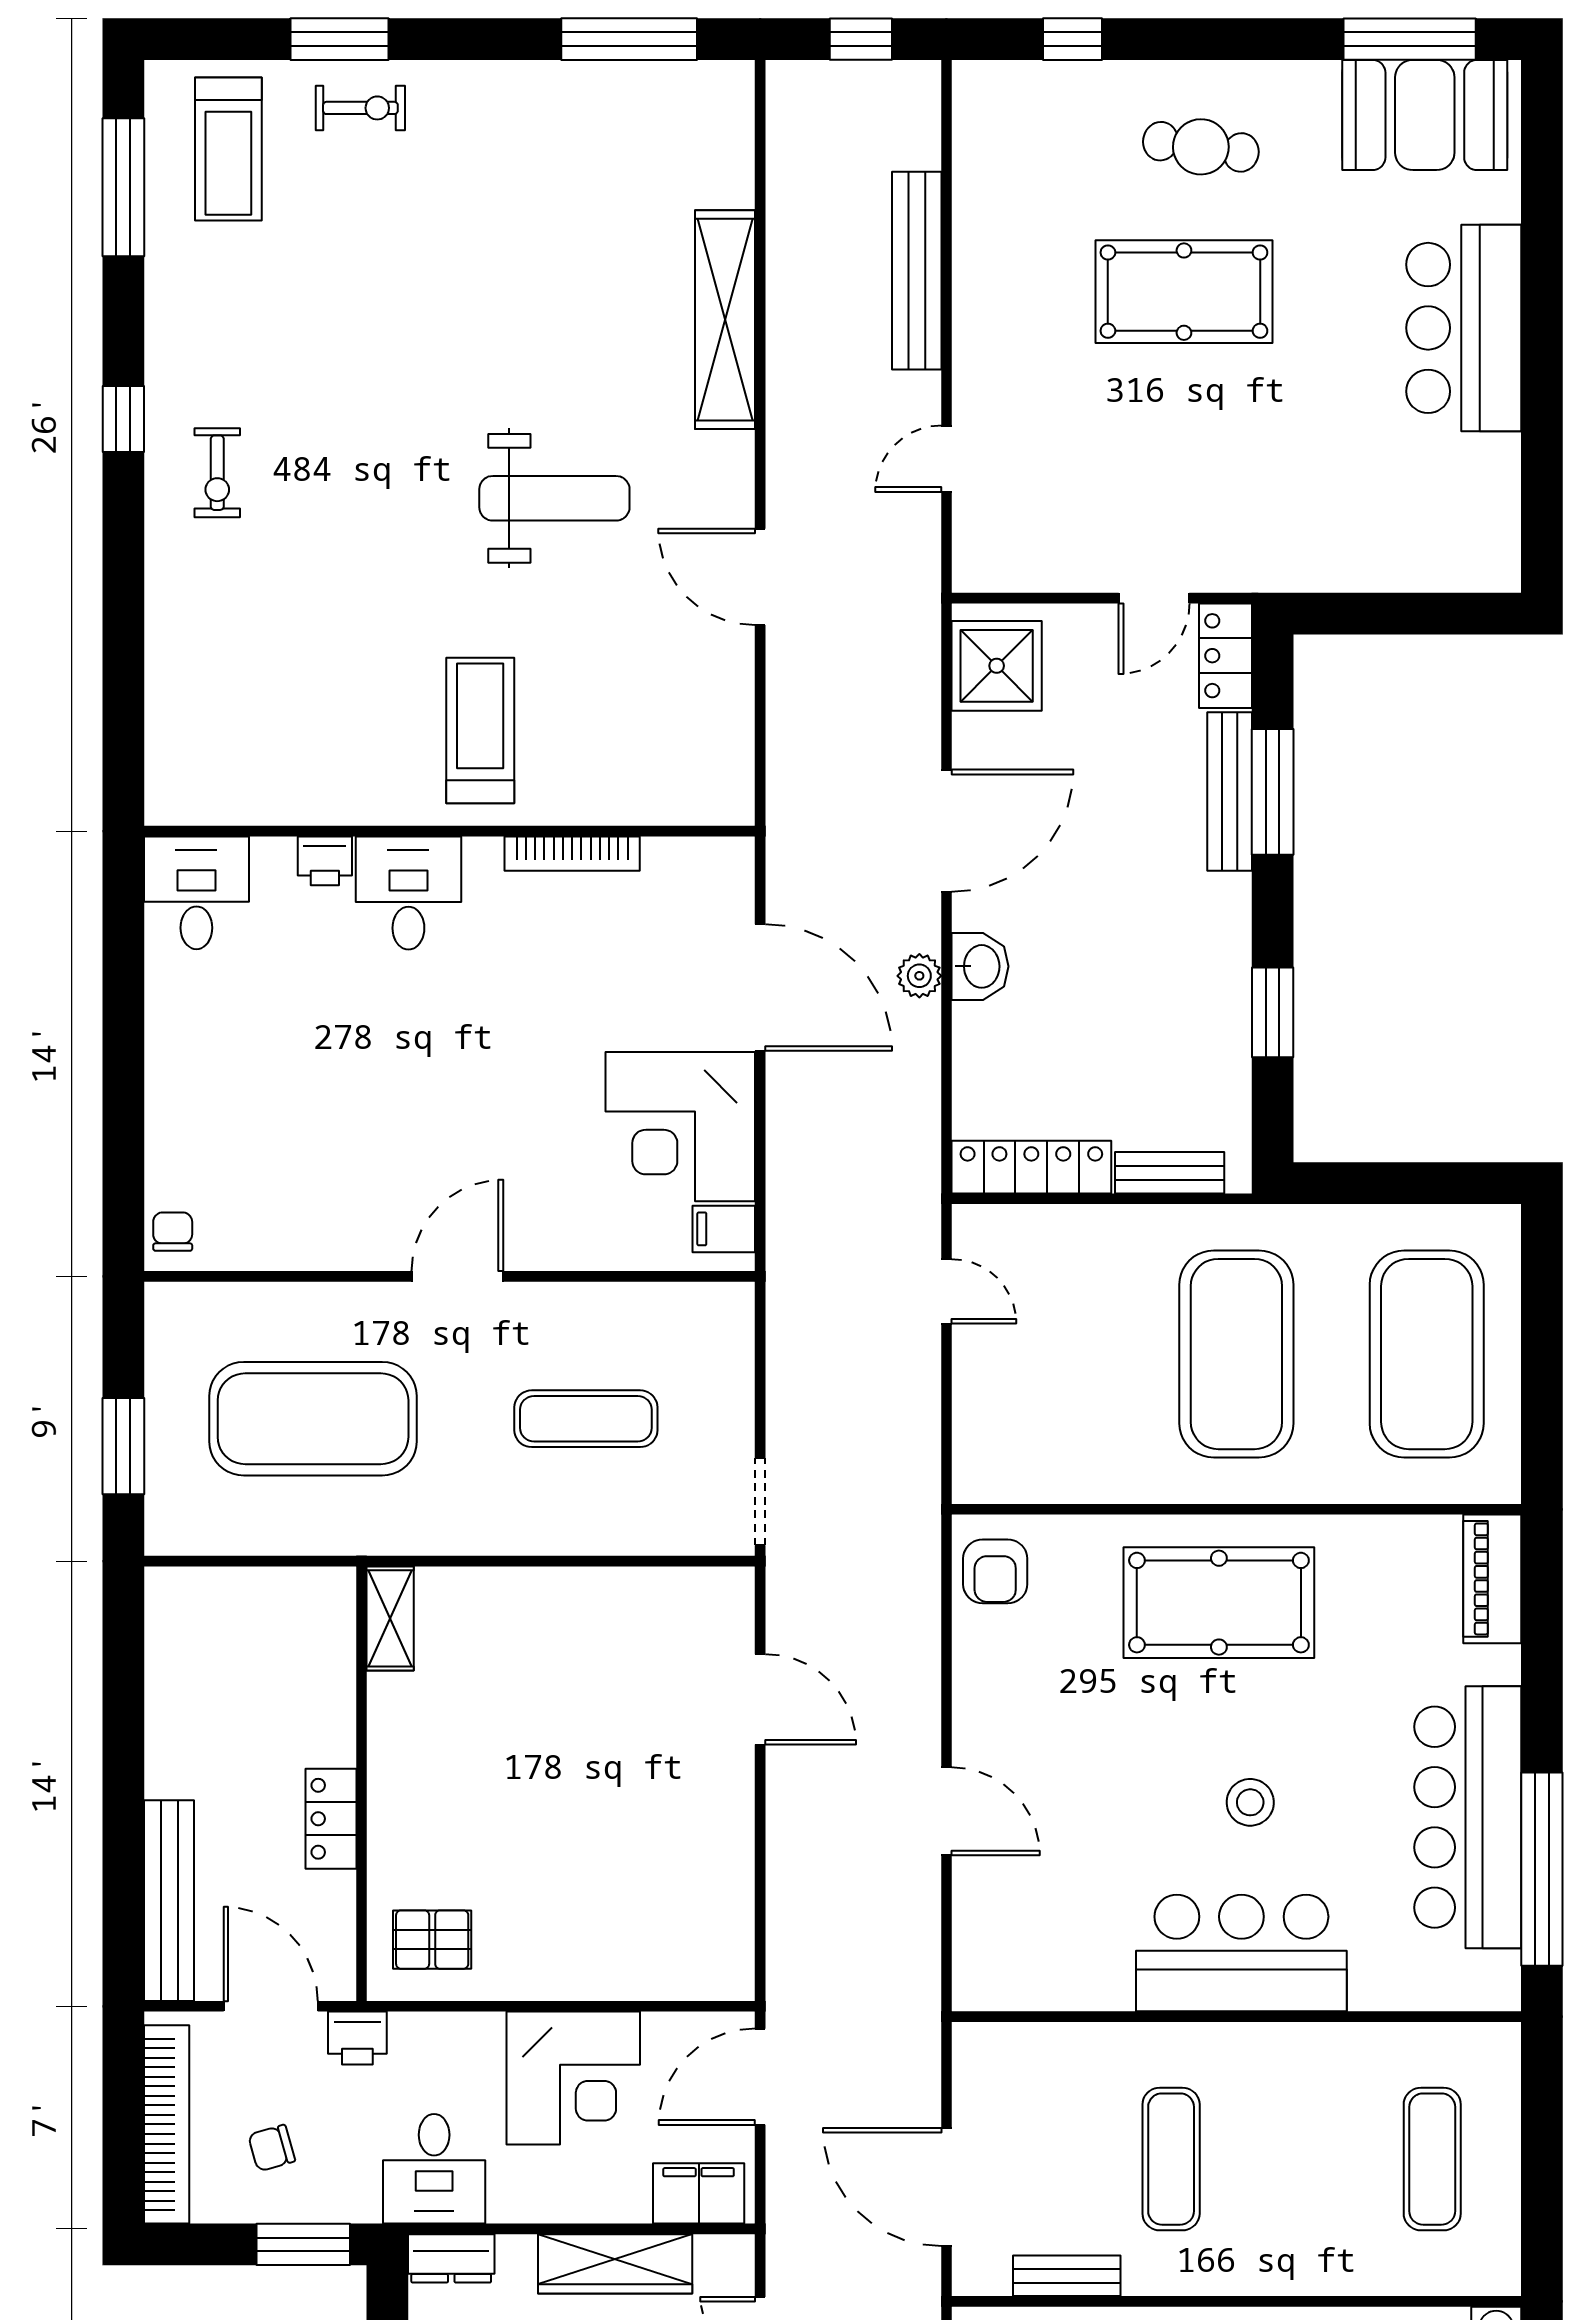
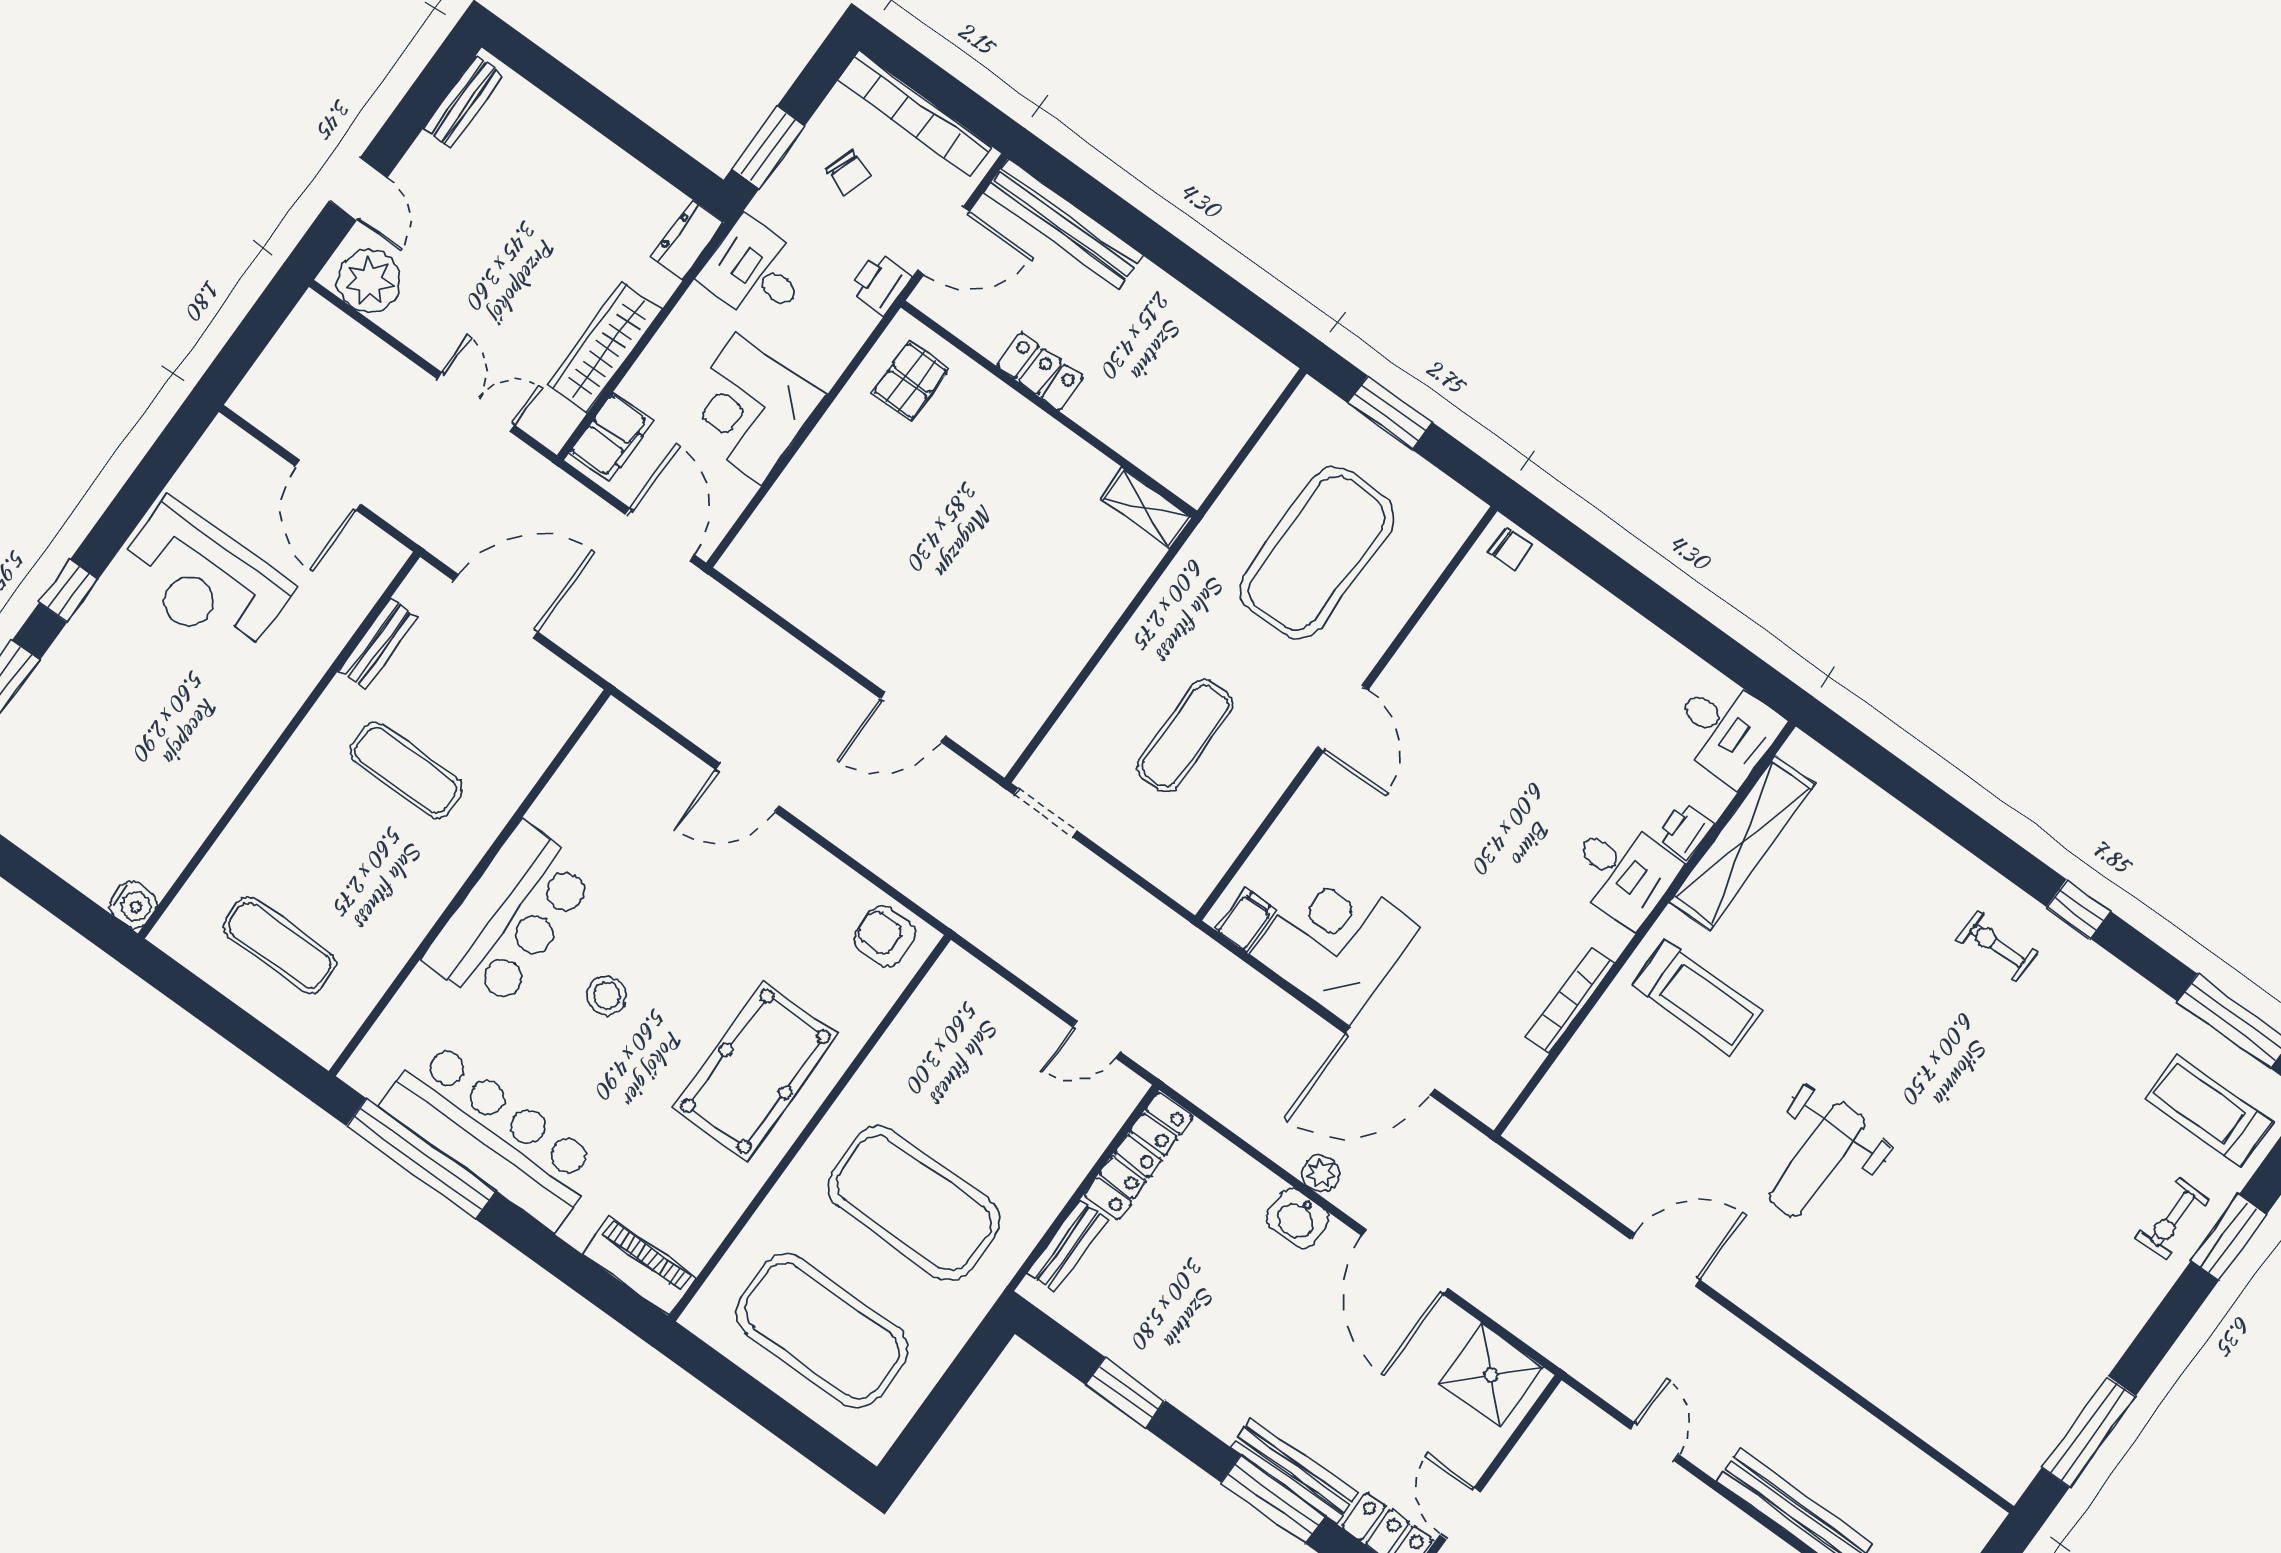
shelving: (725, 320) -> (1742, 843), moved, turned 90
chair: (272, 2148) -> (848, 173), turned 124

